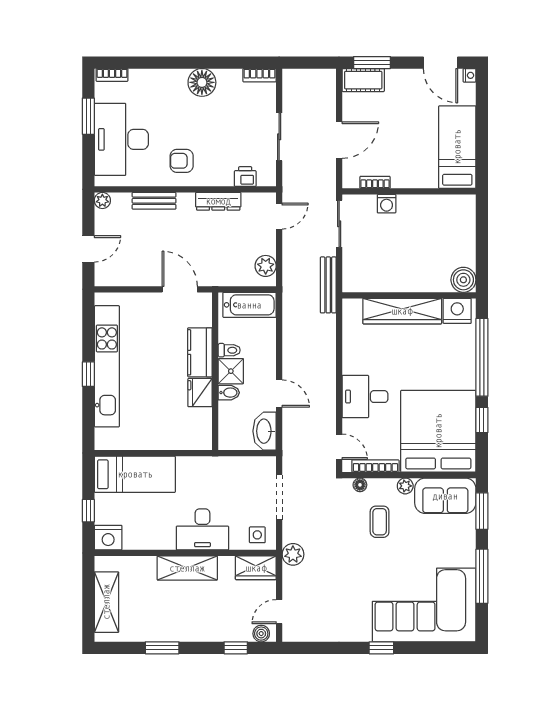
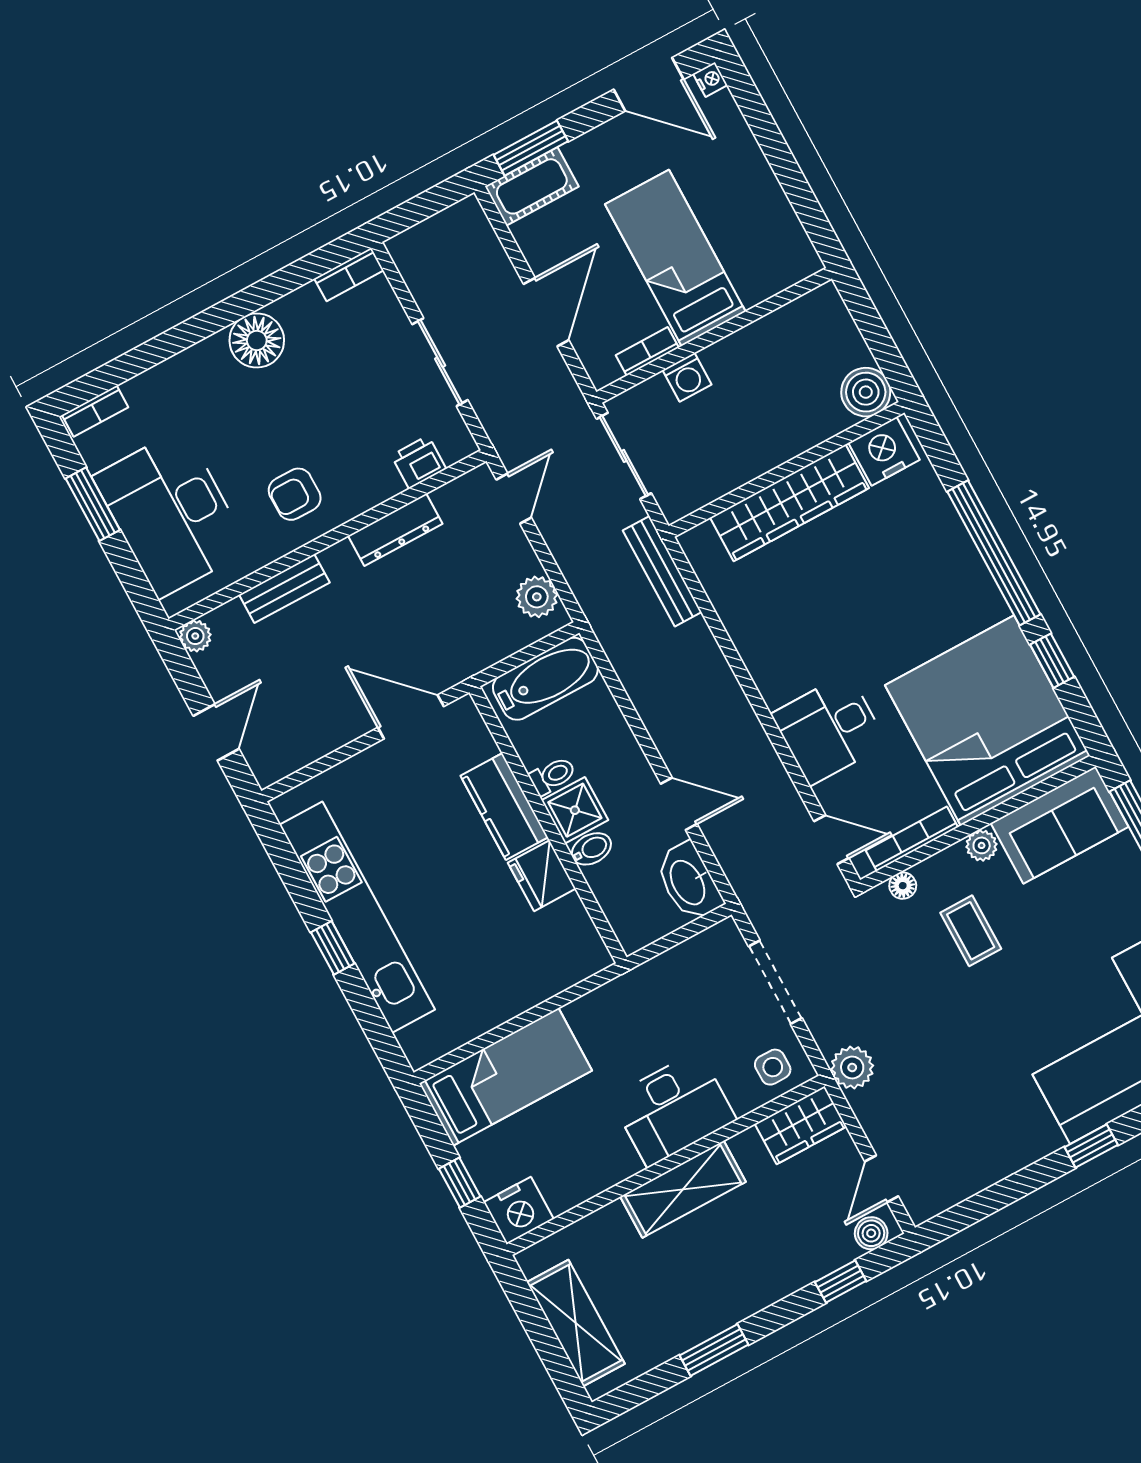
bed: (457, 147) -> (675, 258), moved
boiler: (463, 280) -> (866, 392), moved
wall: (409, 295) -> (787, 469), moved
wardrobe: (402, 311) -> (790, 503), moved
nightstand: (457, 311) -> (884, 451), moved

